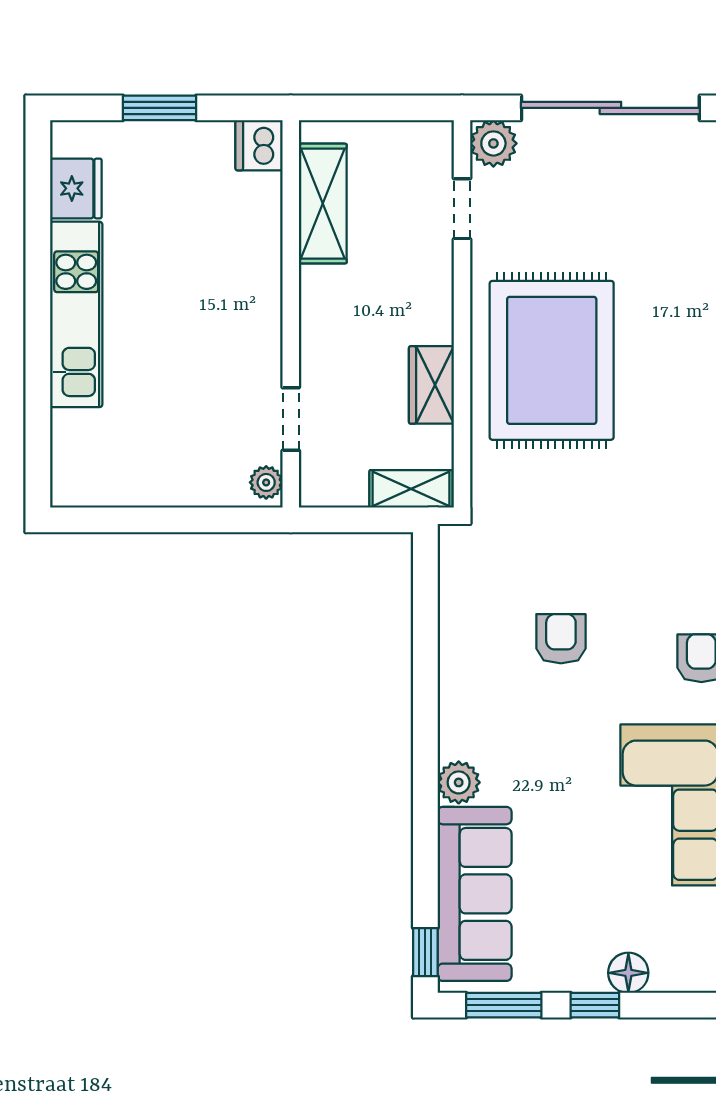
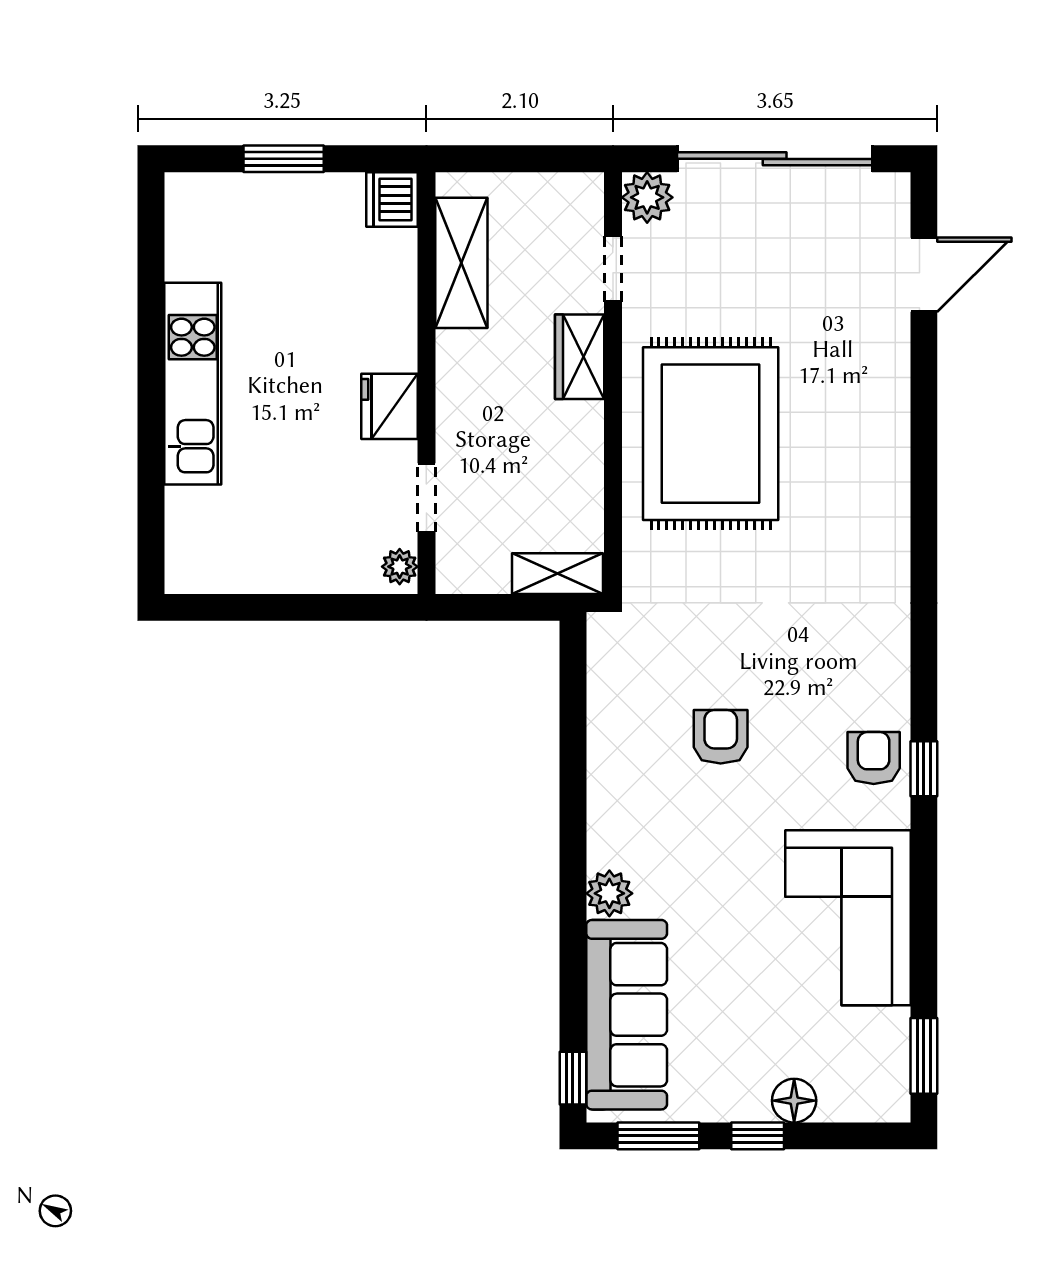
fridge: (76, 188) -> (389, 406), moved, turned 180
wardrobe: (431, 385) -> (580, 357), moved

